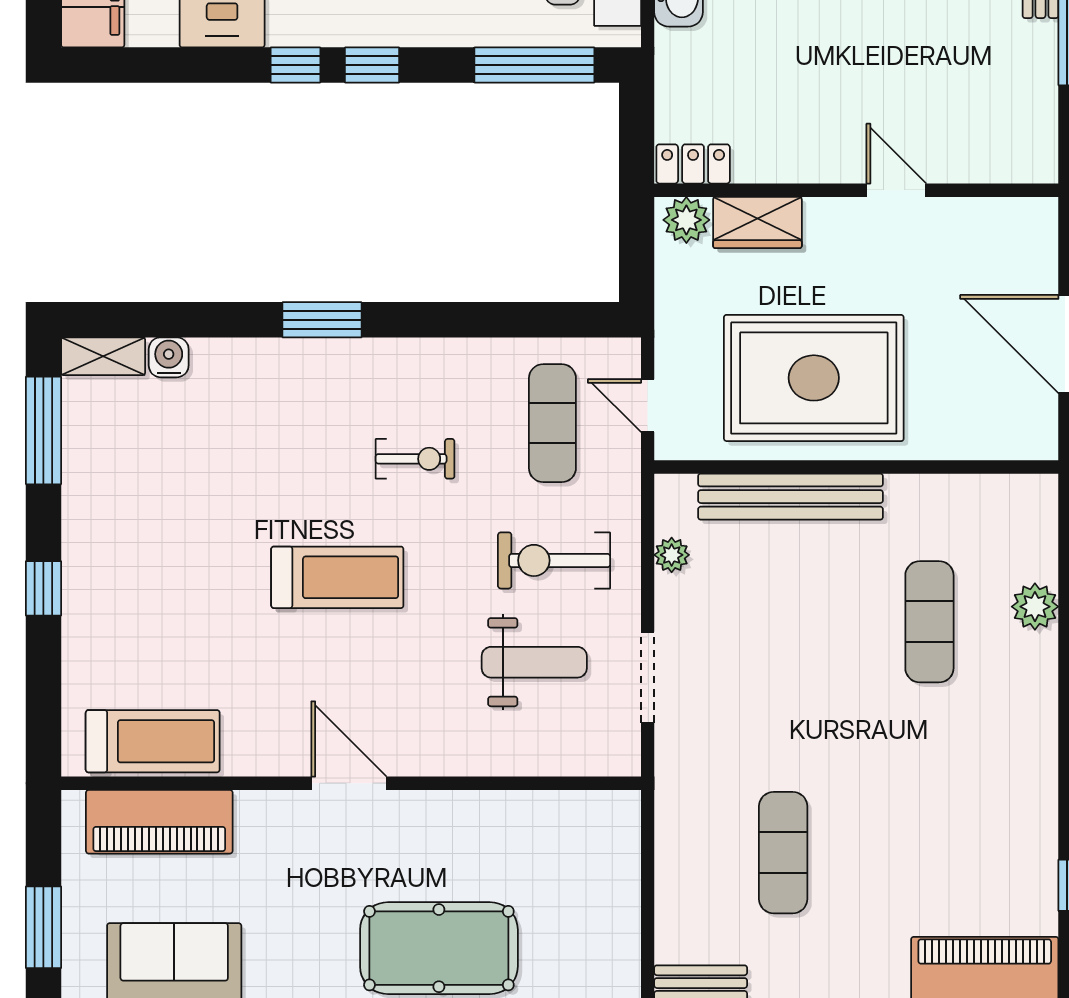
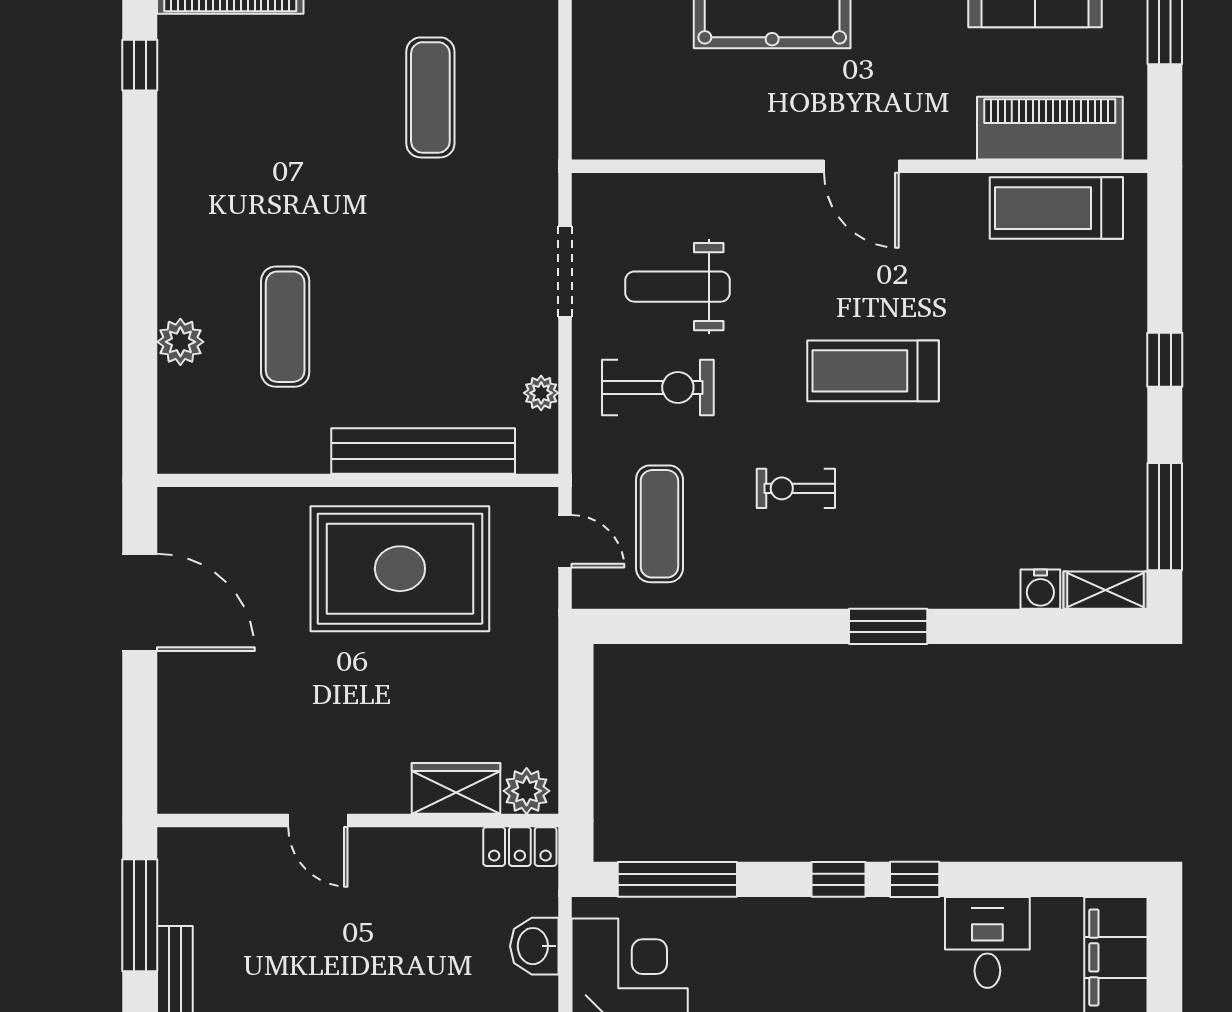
locker: (693, 164) -> (520, 847), moved
wall: (856, 190) -> (358, 821), moved
door: (896, 190) -> (318, 821), moved
plant: (686, 220) -> (527, 791), moved
wardrobe: (757, 223) -> (456, 788), moved

